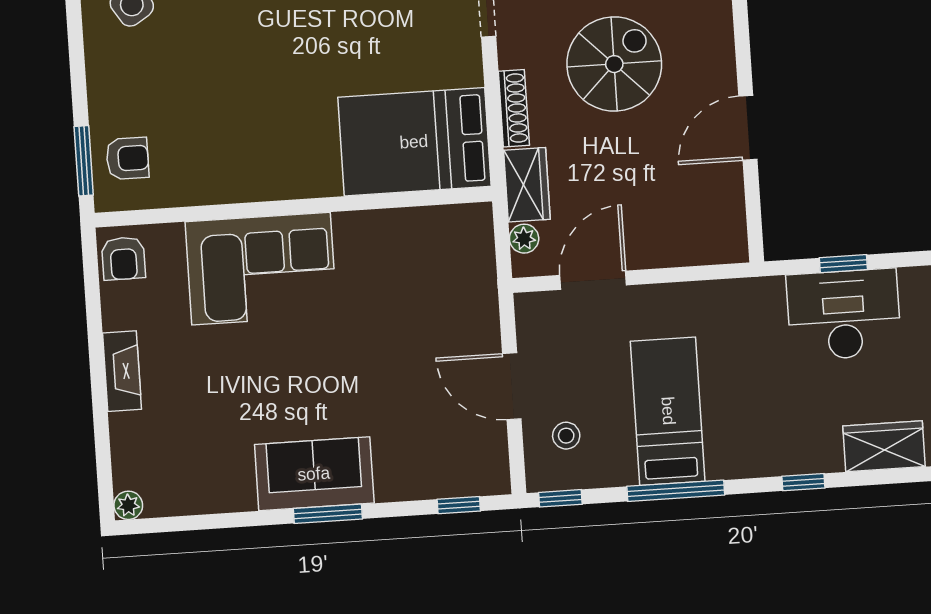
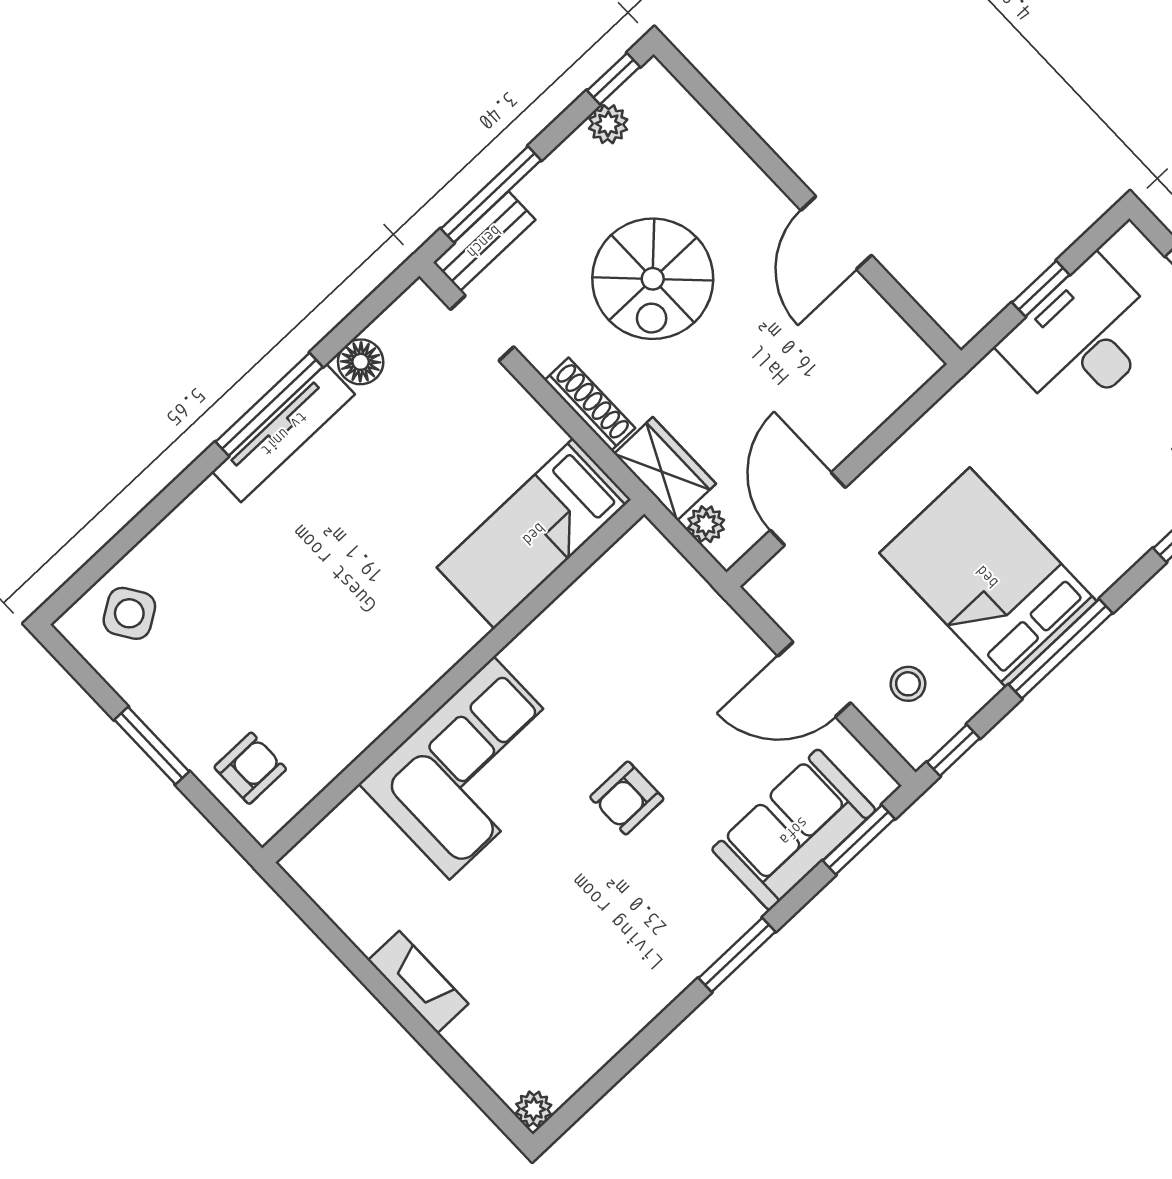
spiral stairs: (614, 64) -> (653, 279), turned 180
bed: (414, 142) -> (534, 533), width x0.67
window: (84, 161) -> (152, 746), moved
armchair: (123, 258) -> (627, 798), moved, turned 90
bed: (668, 411) -> (988, 577), width x1.50
sofa: (314, 474) -> (794, 830), moved
window: (459, 505) -> (859, 840), width x1.50

